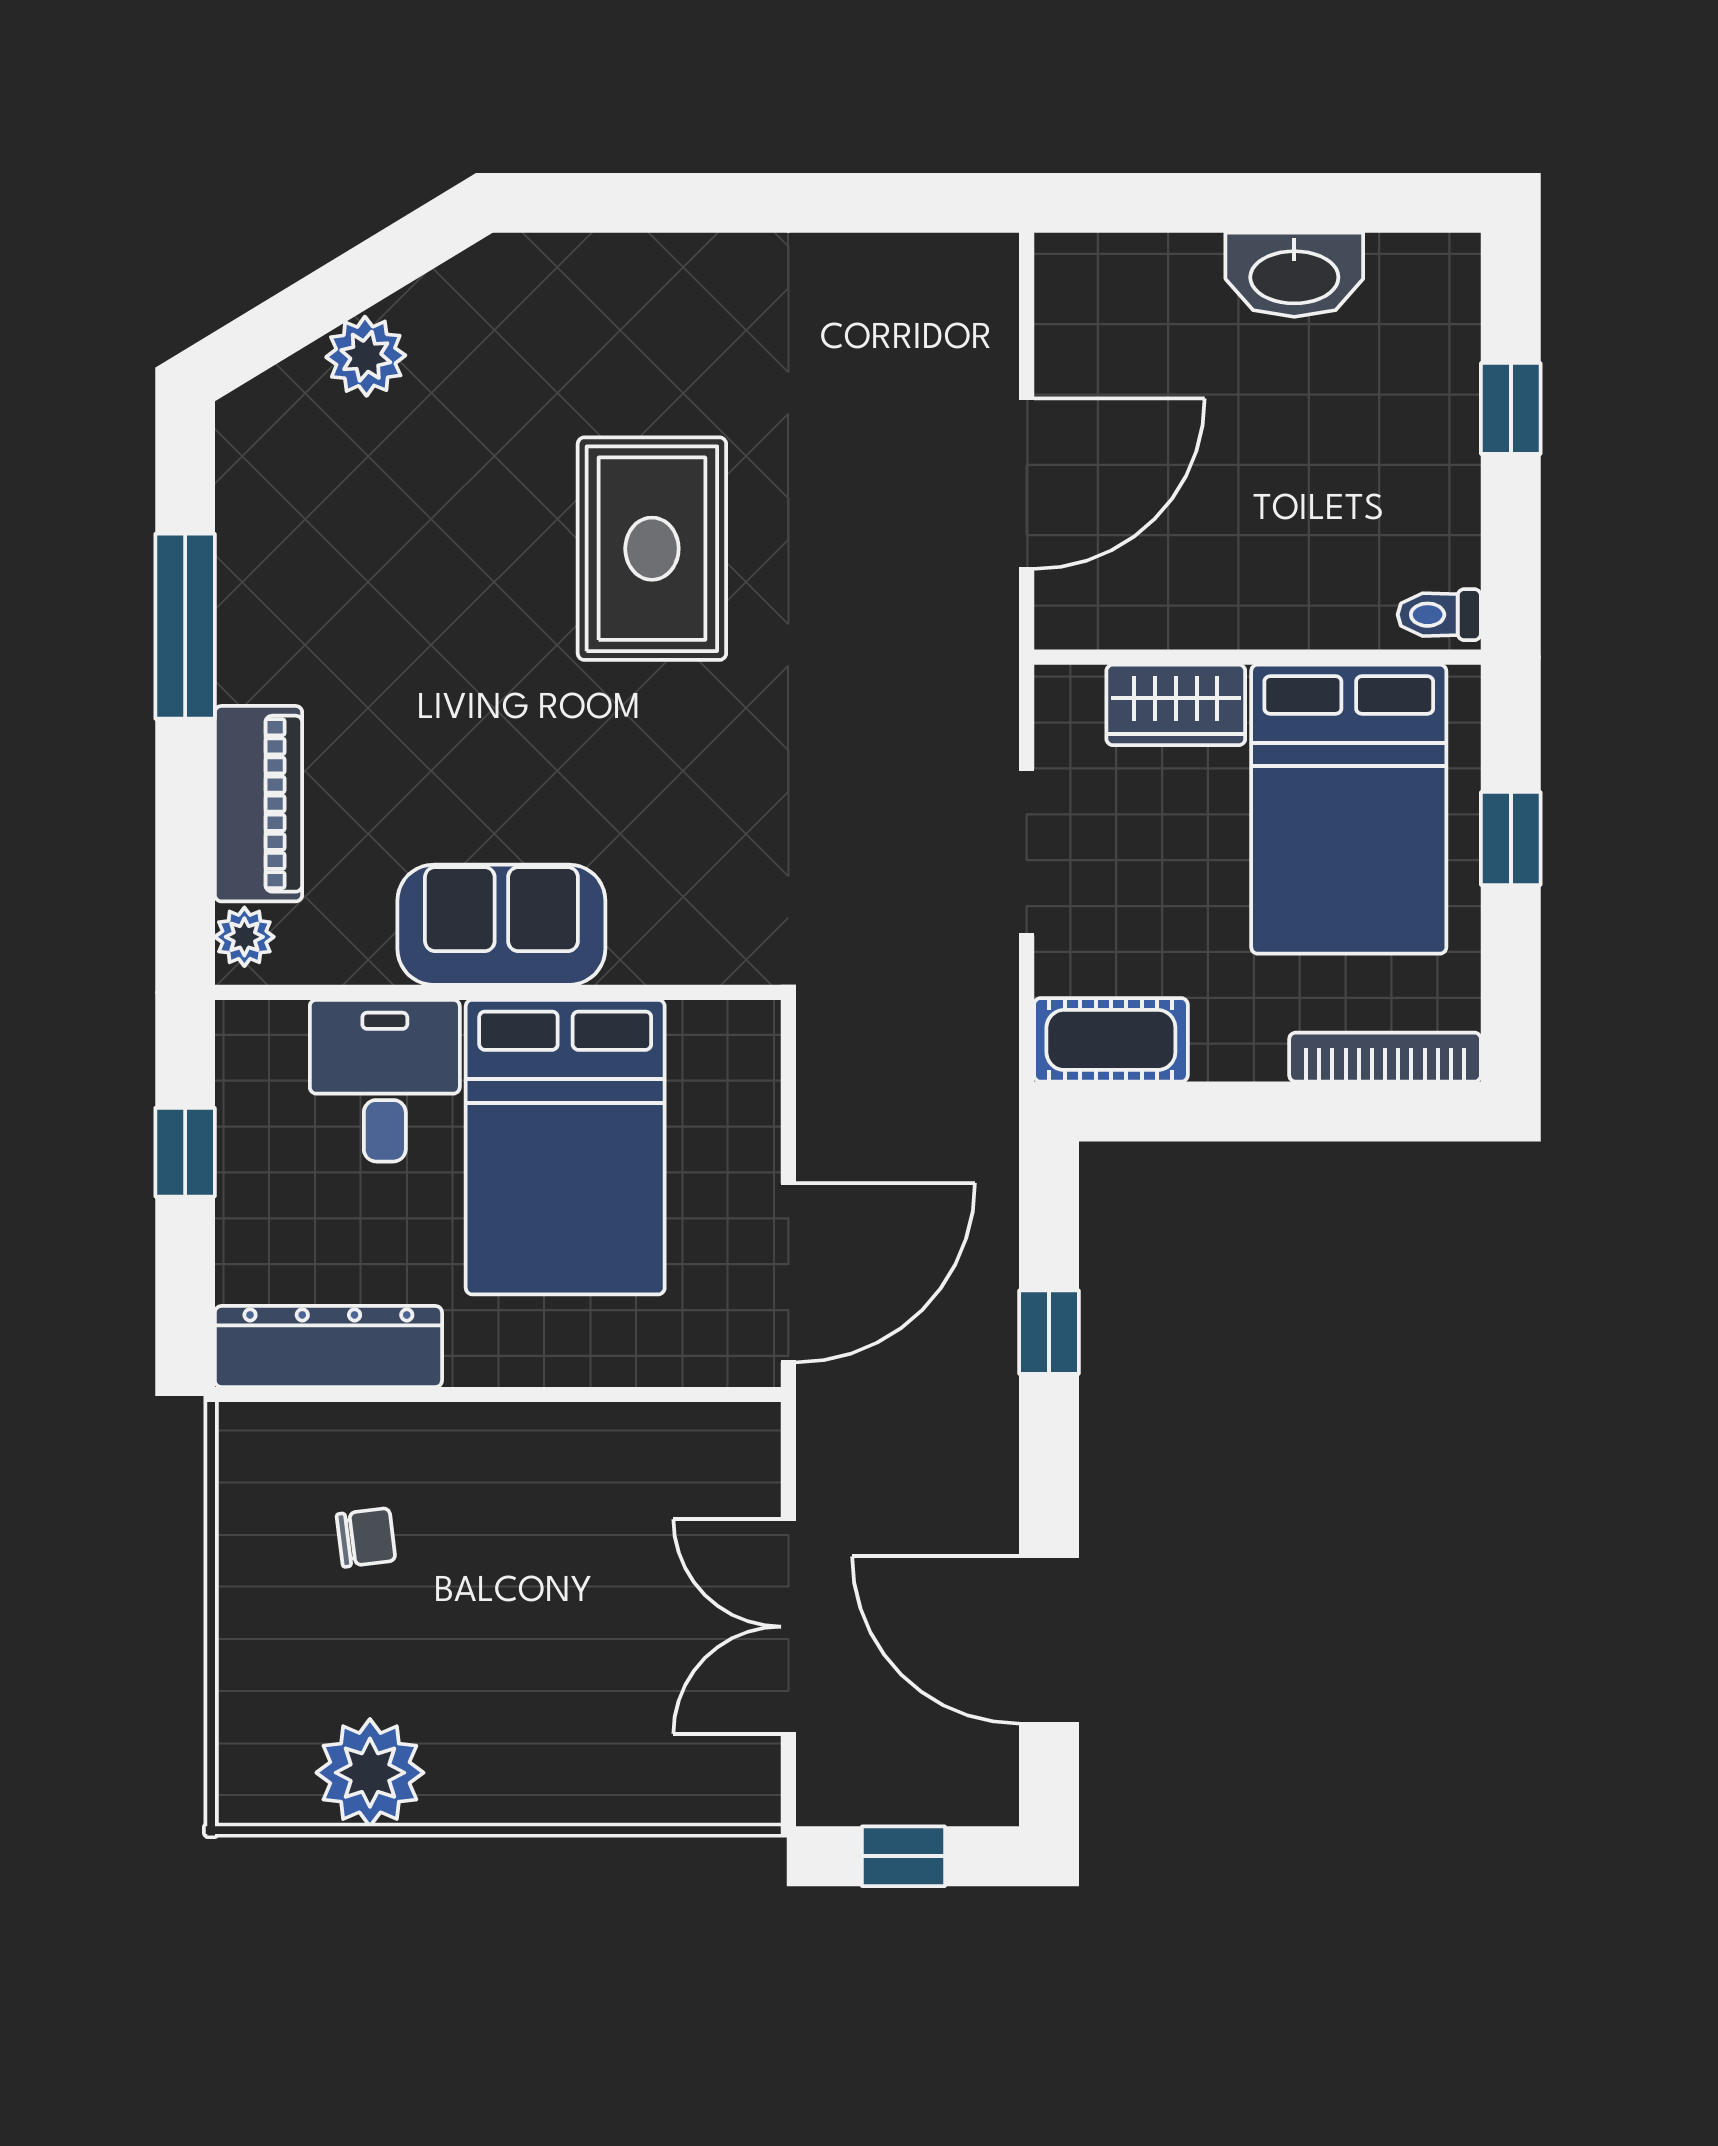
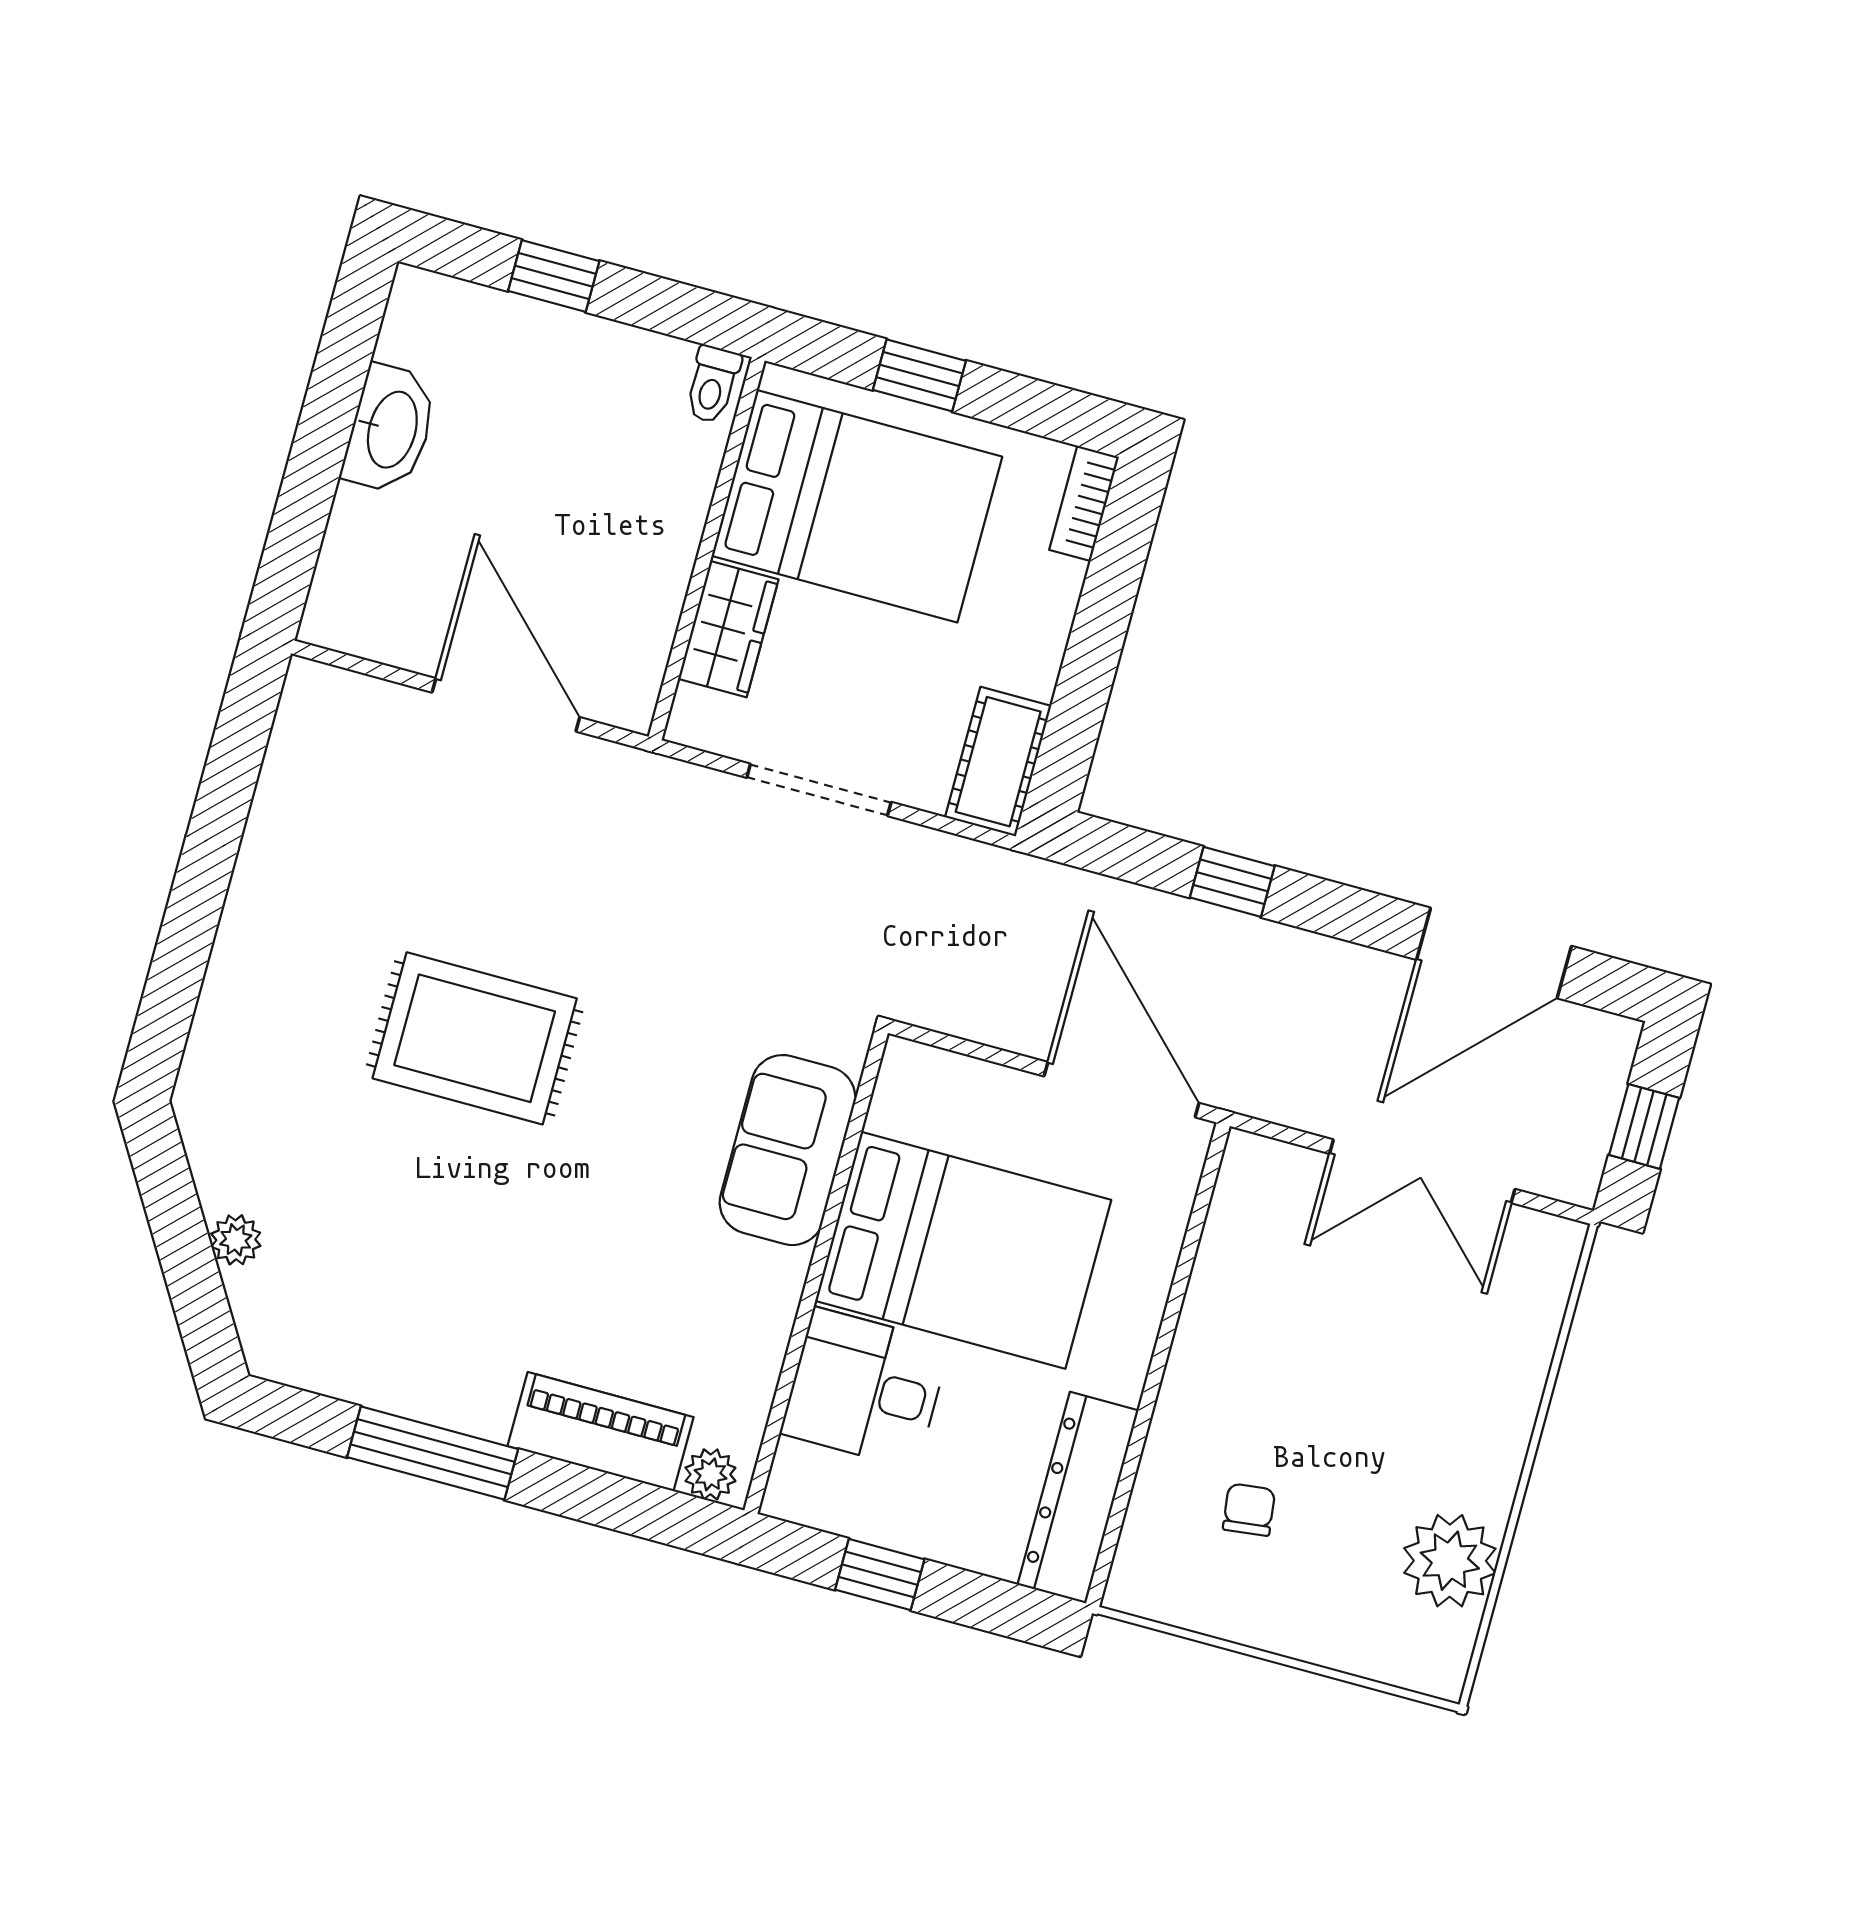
plant: (366, 356) -> (236, 1240), width x0.73, depth x0.73
sofa: (501, 925) -> (788, 1150), moved
bookcase: (1385, 1057) -> (1084, 503), width x0.64

